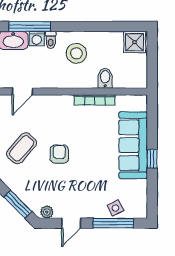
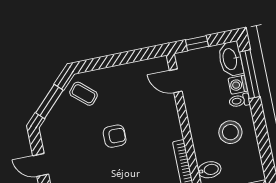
coffee table: (22, 148) -> (84, 94), moved, width x0.73, depth x0.77
plant: (47, 212) -> (47, 136), removed

